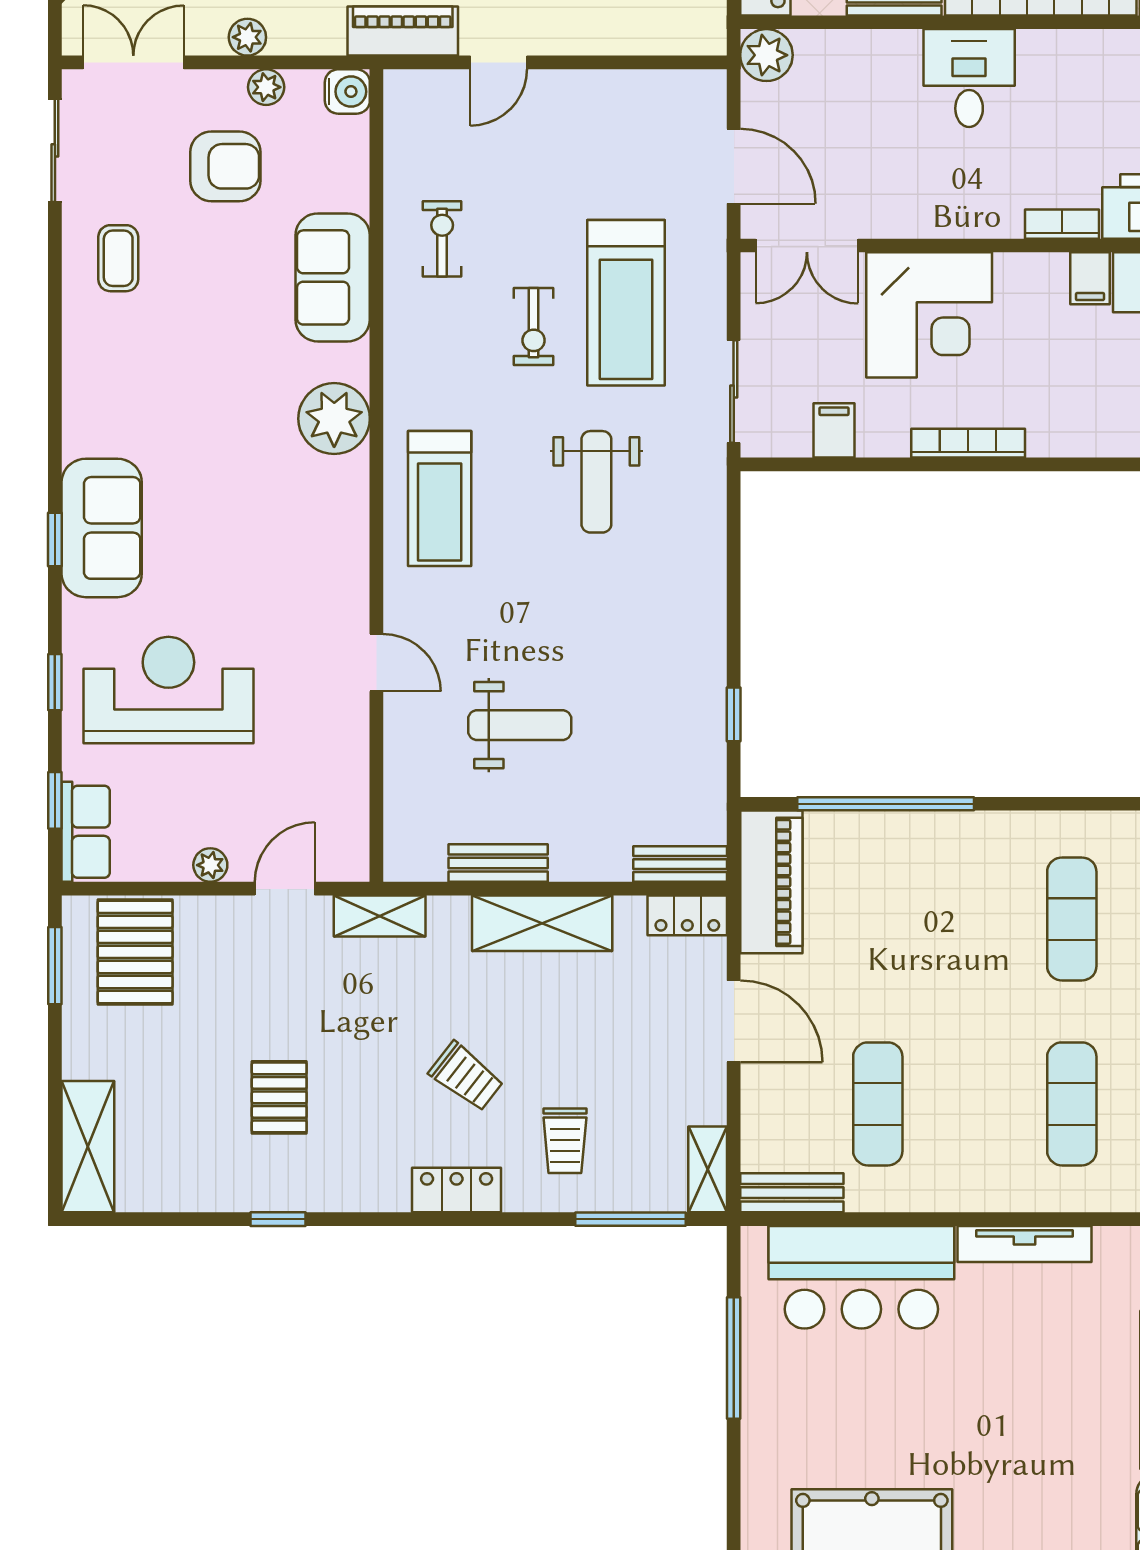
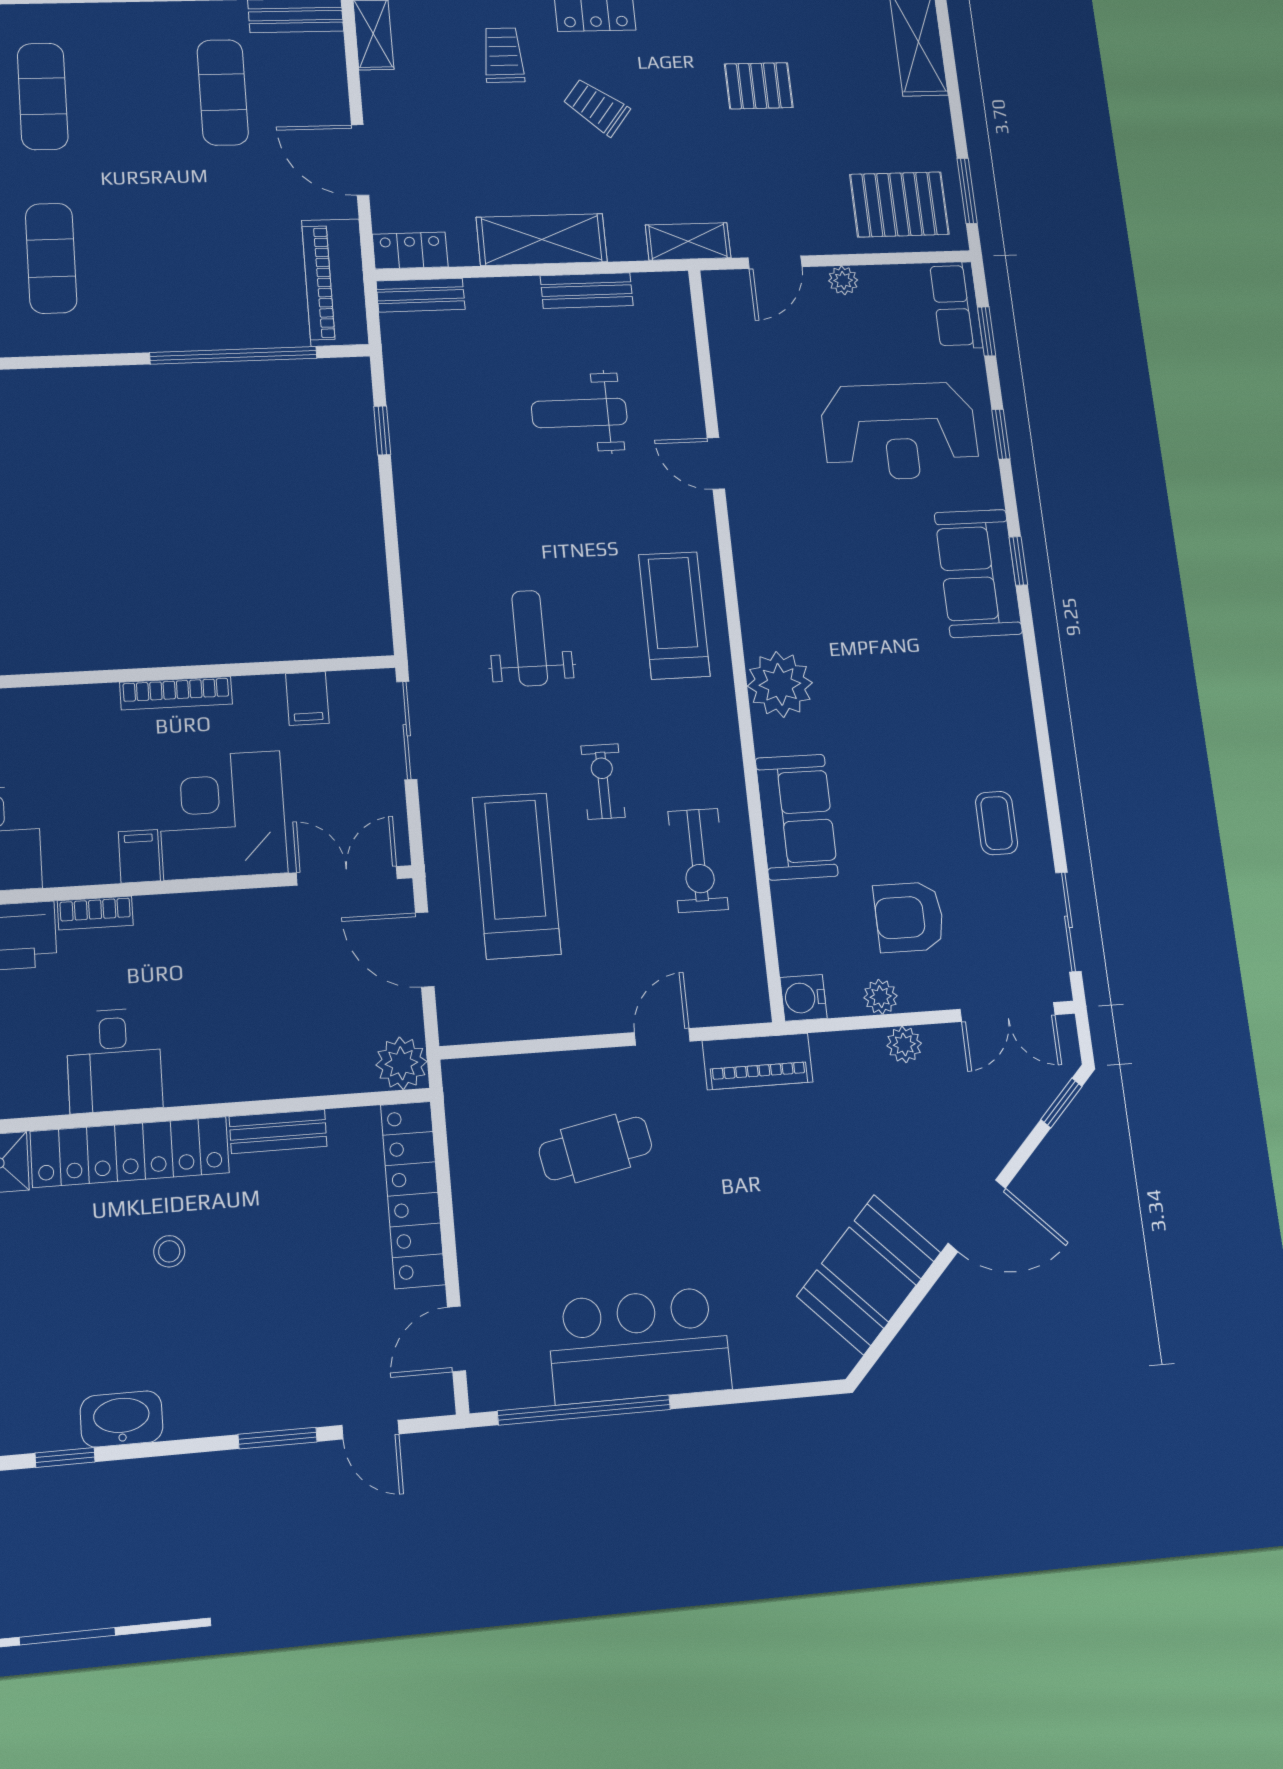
desk: (969, 78) -> (114, 1060), moved
exercise bike: (442, 239) -> (698, 860), width x1.38, depth x1.39
filing cabinet: (1090, 278) -> (139, 856), moved
treadmill: (626, 303) -> (517, 876), moved
pallet: (135, 952) -> (899, 204), turned 90
pallet: (279, 1097) -> (759, 86), turned 90

